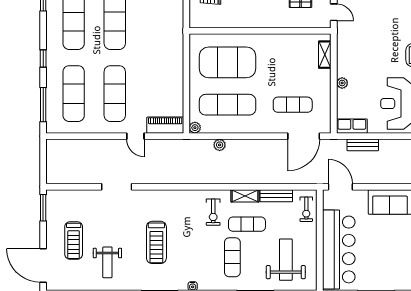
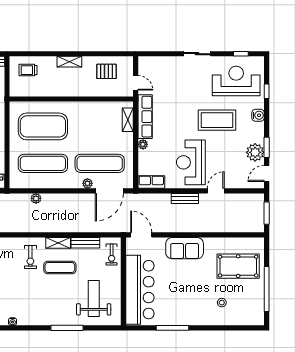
row of seats: (345, 51) -> (145, 117), added
exercise mat: (293, 105) -> (100, 163), width x1.36, depth x1.45
plant: (195, 128) -> (87, 183), moved
bench: (363, 145) -> (185, 198), moved
exercise mat: (232, 257) -> (47, 296), removed

